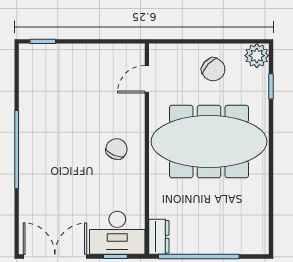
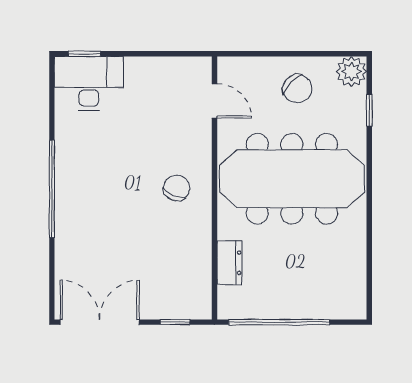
door: (147, 79) -> (214, 101), swing flipped
desk: (117, 233) -> (89, 83), moved, turned 180
dresser: (159, 237) -> (229, 263), moved

